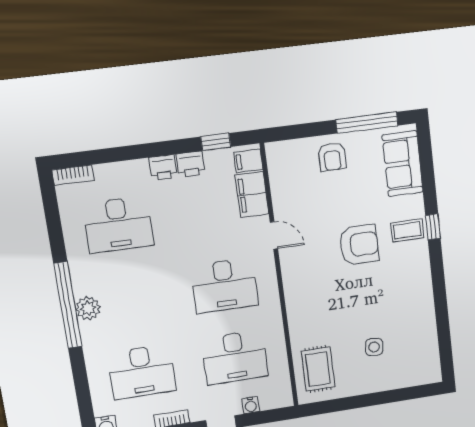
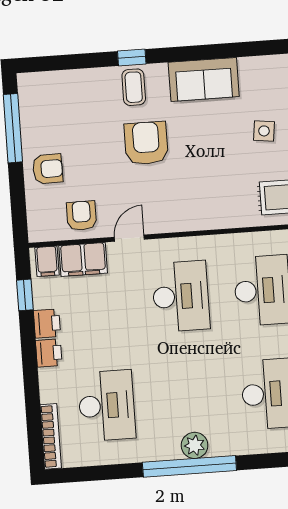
sofa: (403, 164) -> (204, 79), moved
bookcase: (73, 175) -> (51, 436), width x1.56
armchair: (292, 190) -> (81, 216), added

